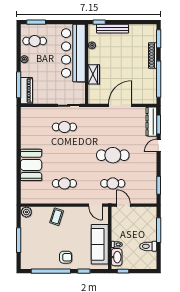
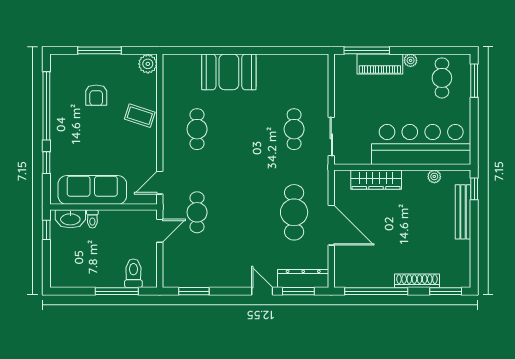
wardrobe: (94, 74) -> (376, 180), width x1.50
piano: (26, 91) -> (380, 64), moved
cafe table: (113, 155) -> (294, 212), moved
toilet: (148, 246) -> (133, 273), moved
armchair: (66, 257) -> (96, 95), moved

